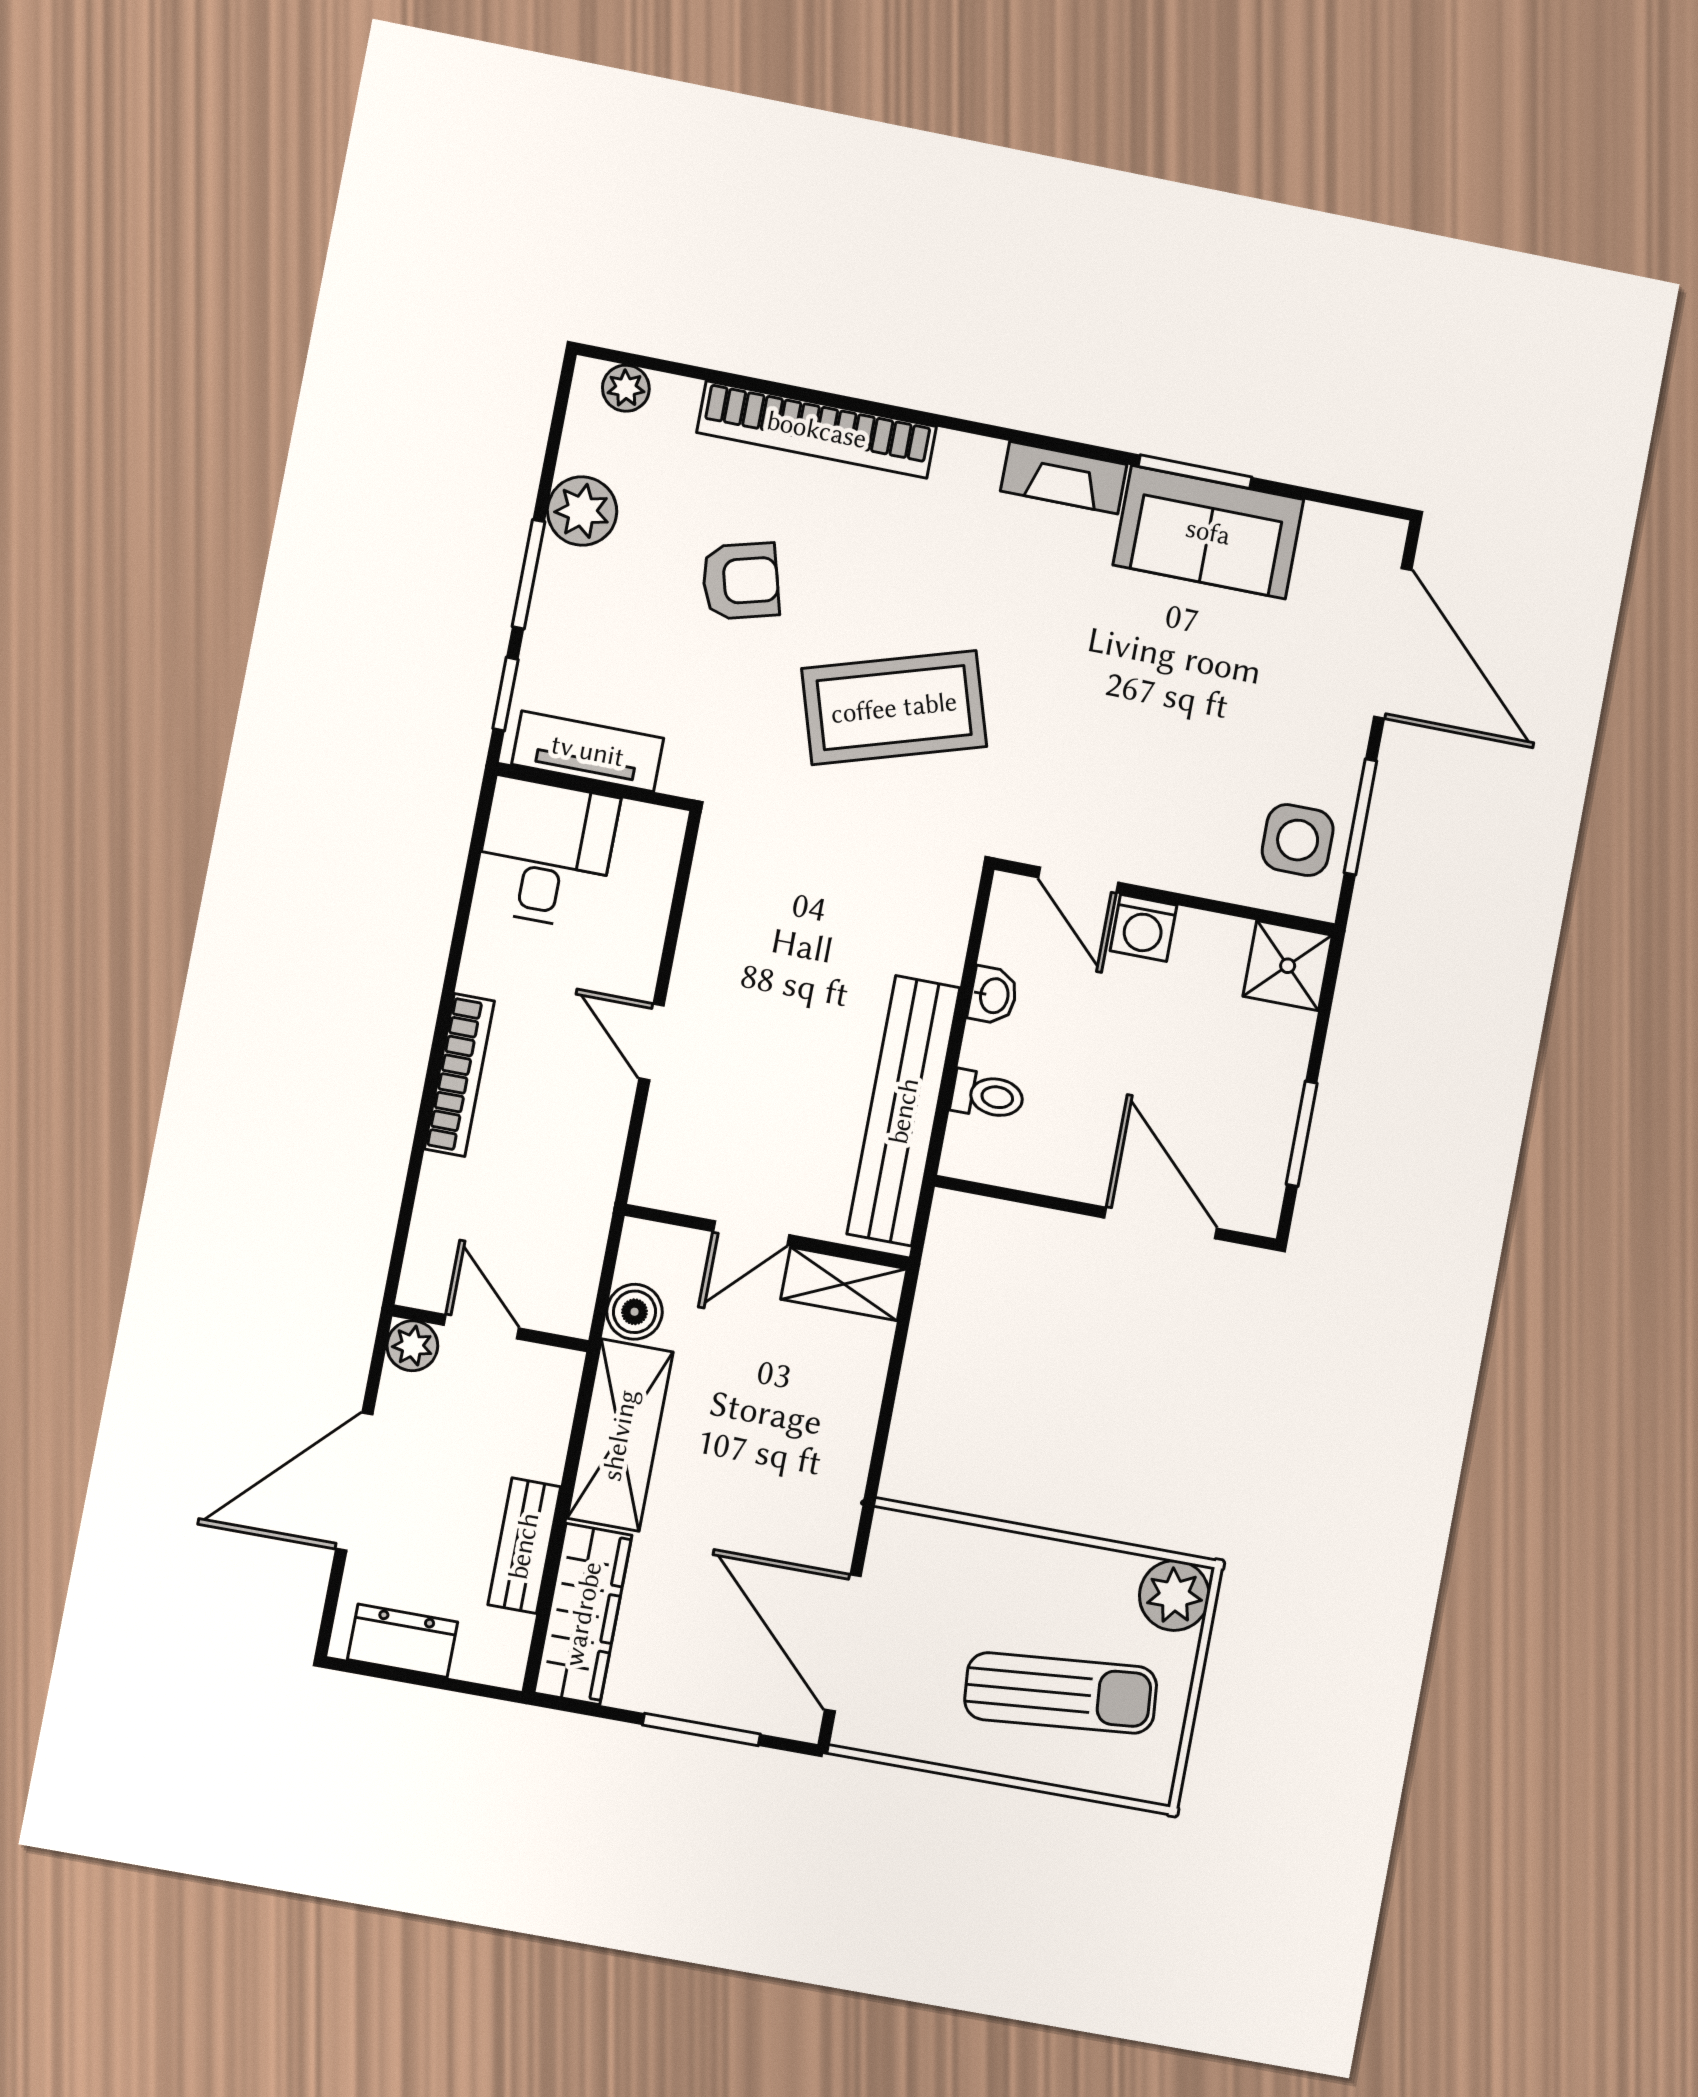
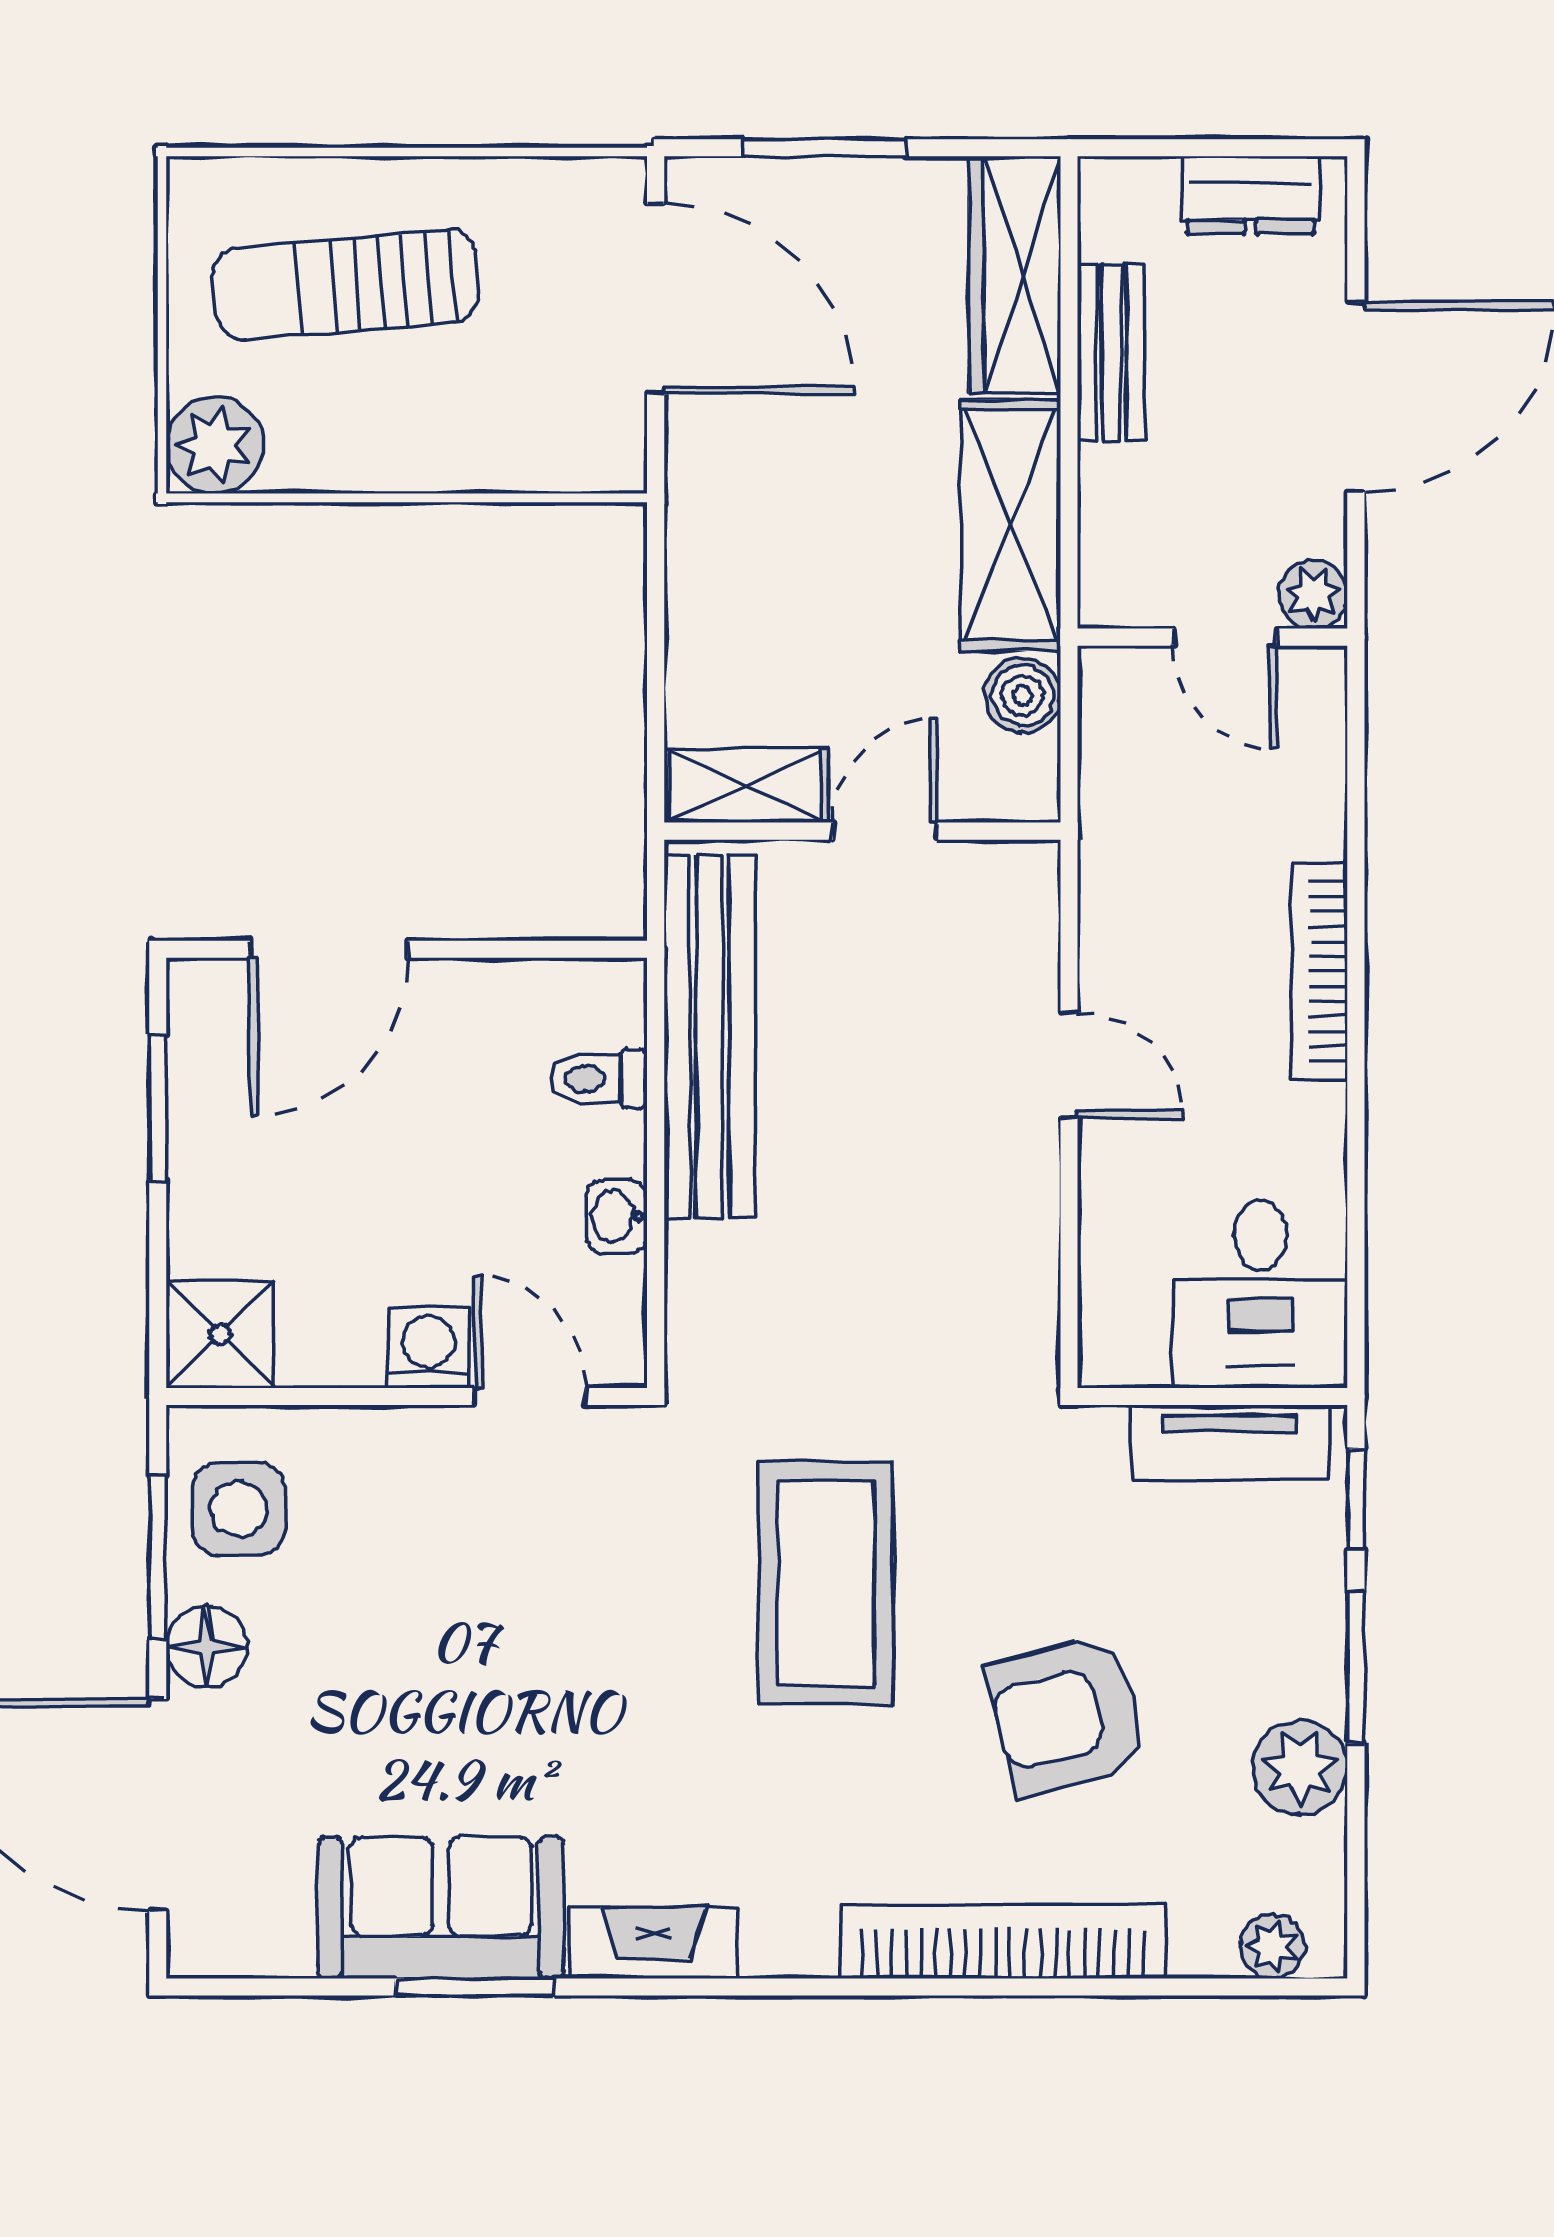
armchair: (741, 581) -> (1067, 1715), width x1.38, depth x1.38
coffee table: (894, 708) -> (826, 1583), turned -73
floor lamp: (1338, 747) -> (207, 1647), added
door: (1161, 1223) -> (329, 949), hinge flipped

